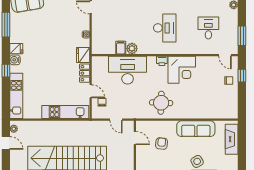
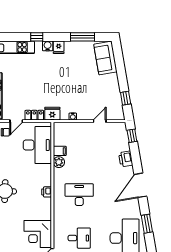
desk: (165, 28) -> (79, 195), turned 180
desk: (128, 70) -> (37, 145), moved
corner desk: (182, 70) -> (38, 234), moved

